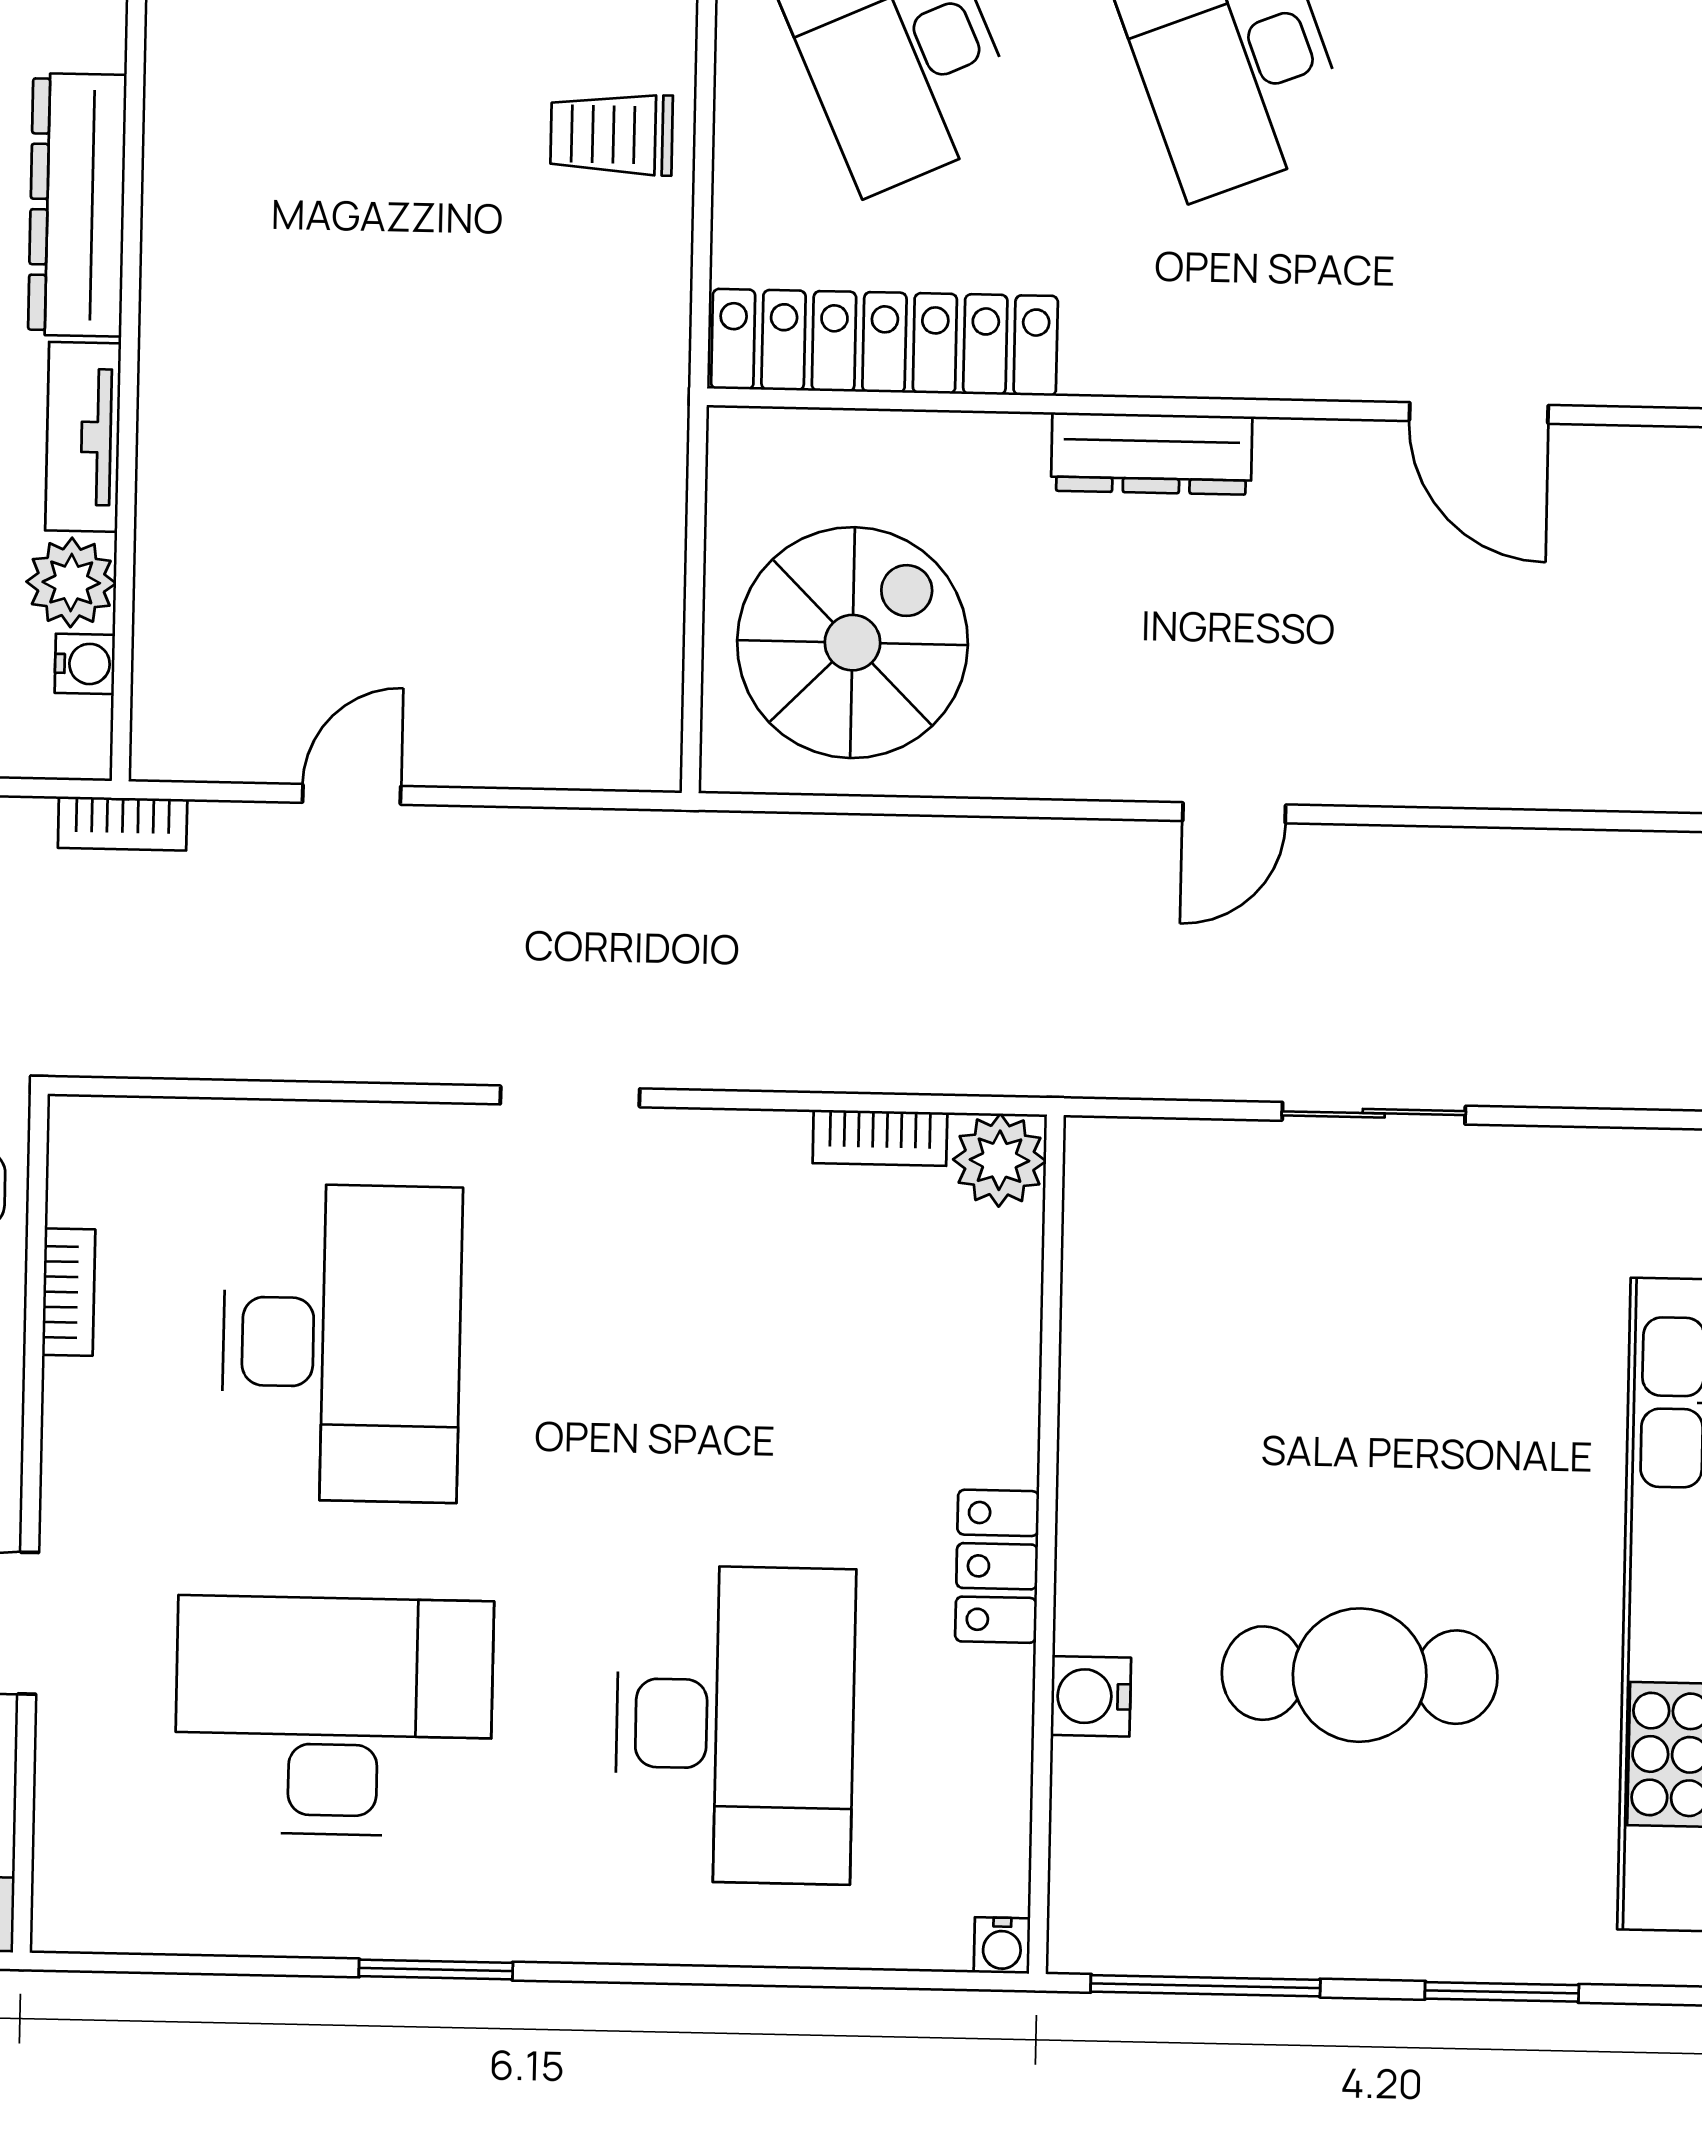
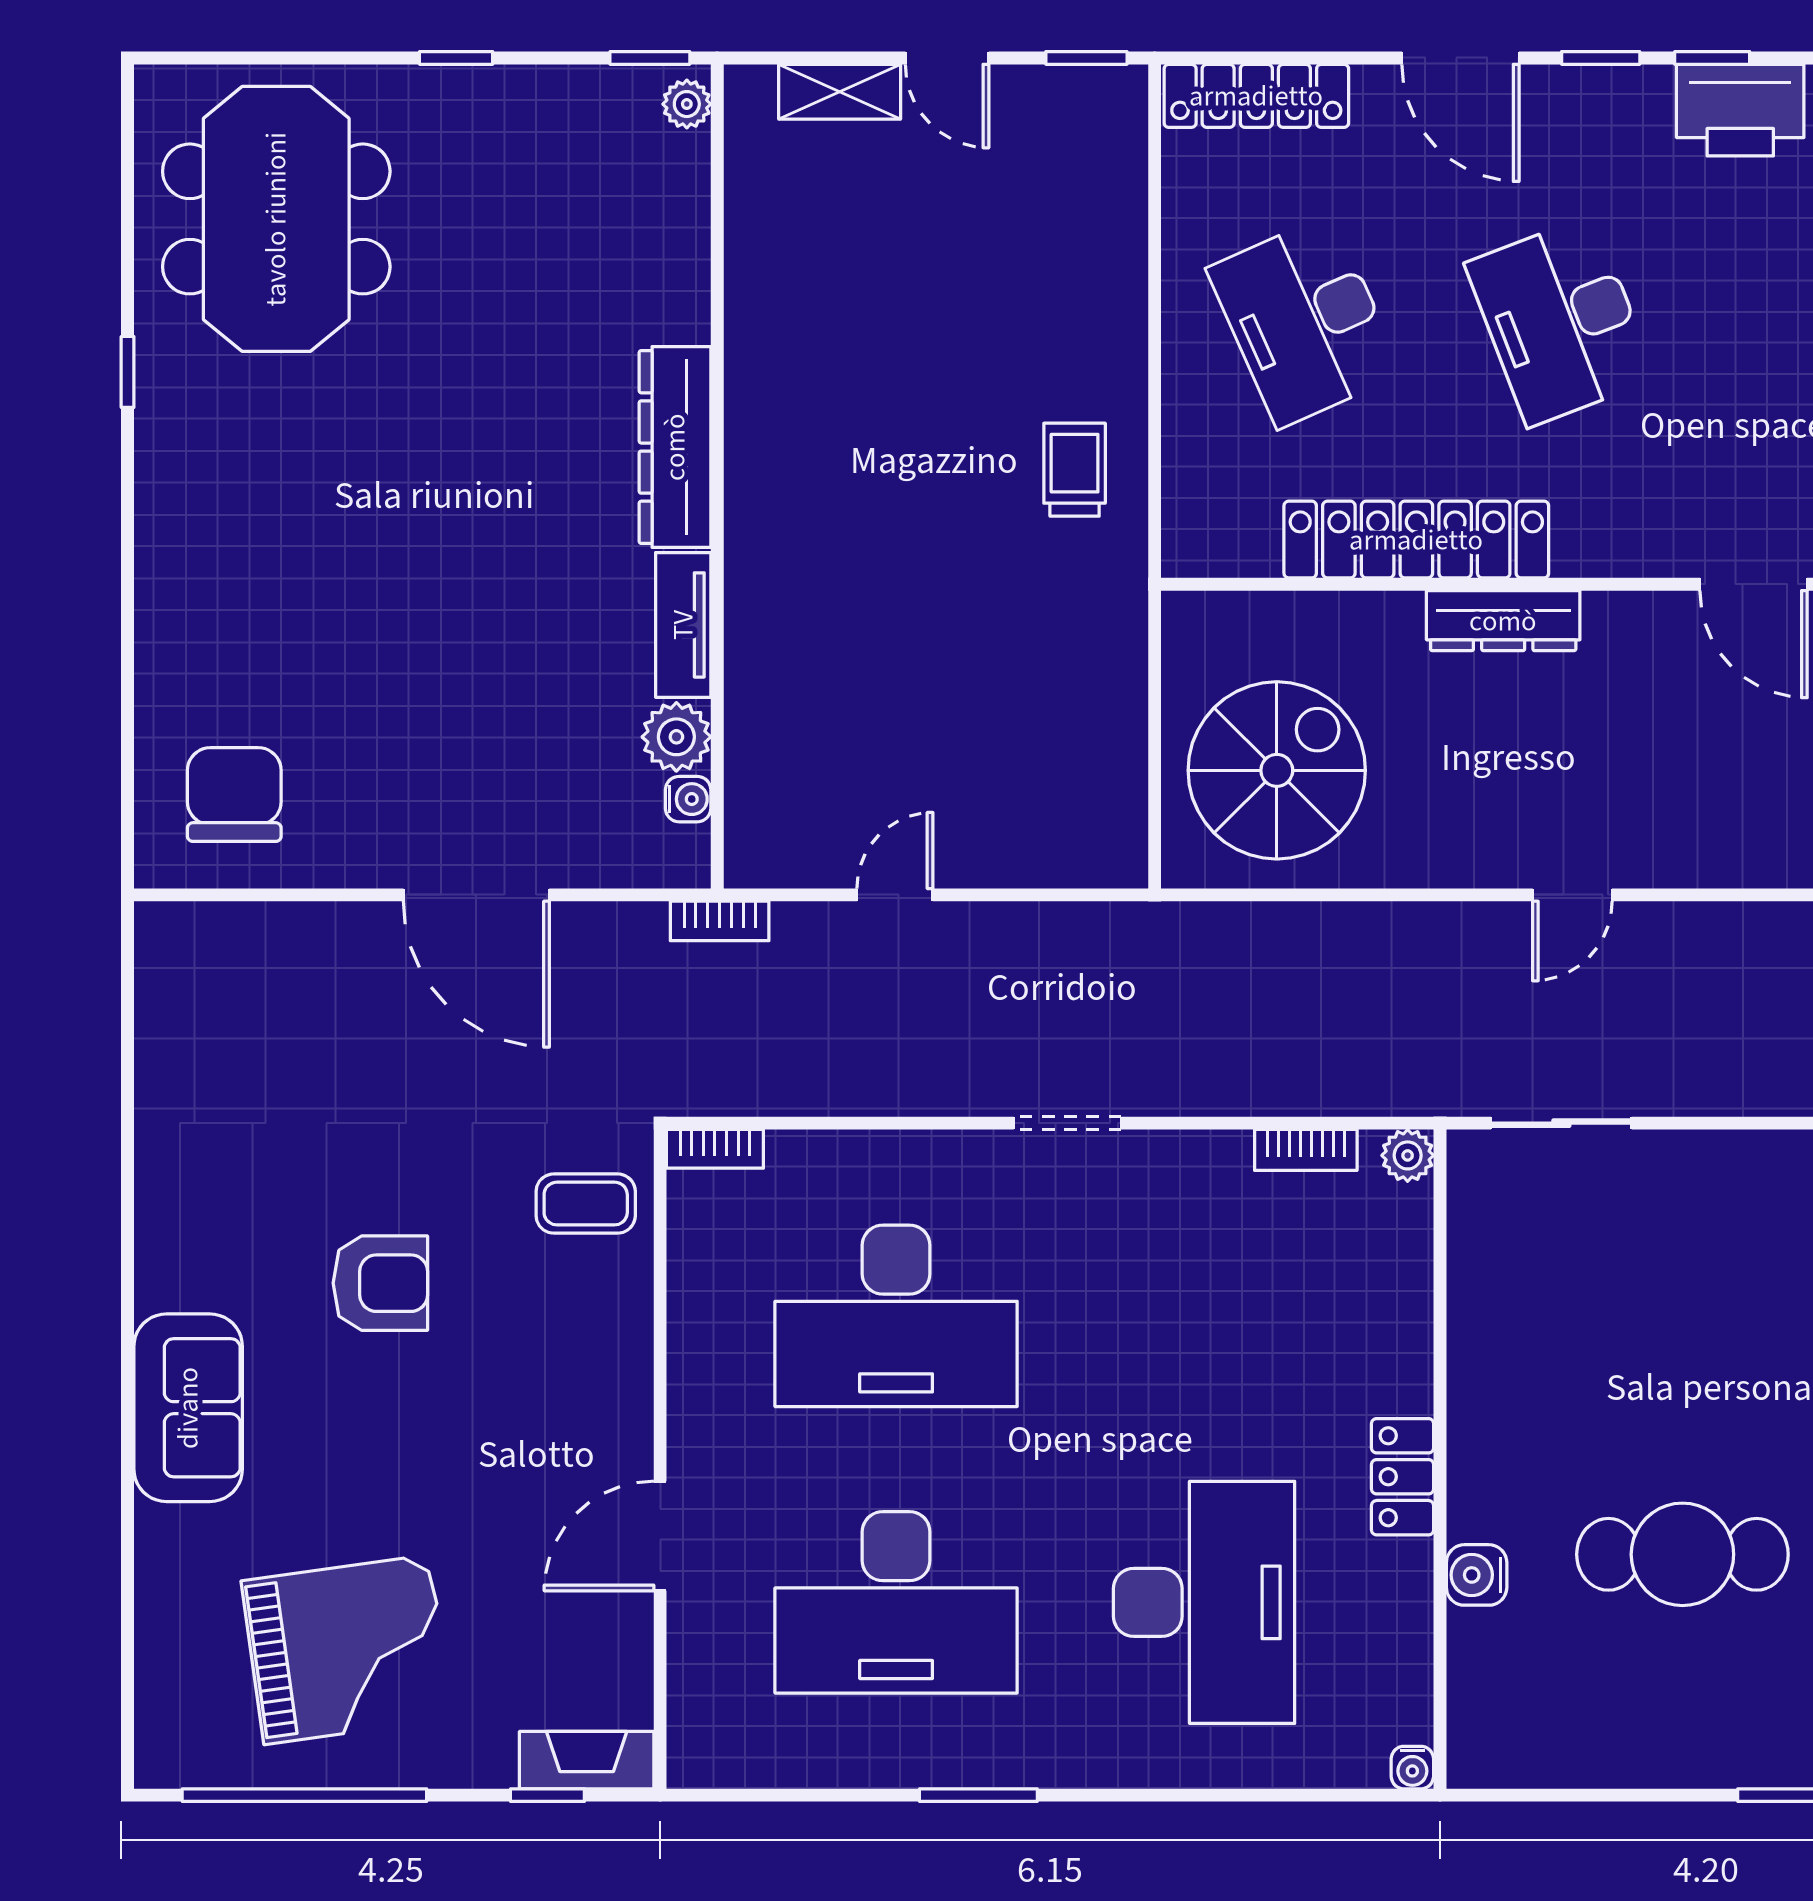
trolley: (612, 134) -> (1075, 470), moved, turned 90
locker: (884, 342) -> (1416, 540), moved
sliding door: (1374, 1113) -> (1561, 1123), moved
plant: (999, 1160) -> (1408, 1155), width x0.73, depth x0.73
bookcase: (69, 1292) -> (715, 1149), moved, turned 90
desk: (342, 1343) -> (896, 1316), turned 90
desk: (334, 1716) -> (896, 1602), turned 180
window: (1205, 1986) -> (1569, 1795), removed

